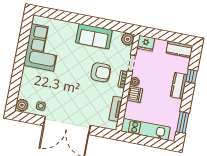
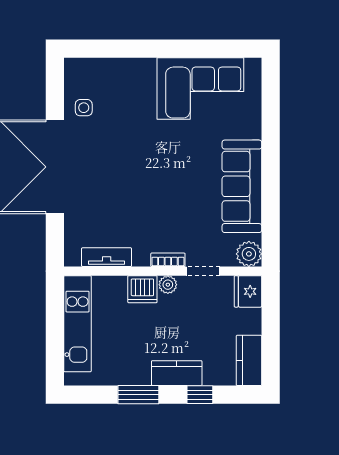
sofa: (94, 36) -> (242, 186), width x1.36
armchair: (101, 72) -> (173, 213), removed
plant: (22, 105) -> (78, 70), removed
window: (183, 122) -> (138, 395), moved

